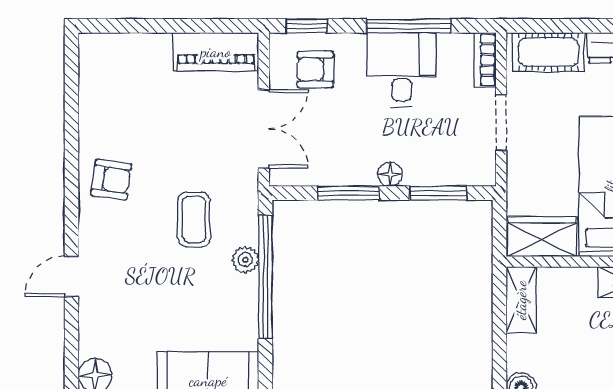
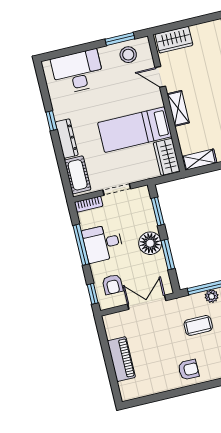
piano: (216, 52) -> (121, 359), moved
floor lamp: (390, 174) -> (150, 243), width x1.89, depth x1.89
armchair: (111, 180) -> (188, 370), turned 82

